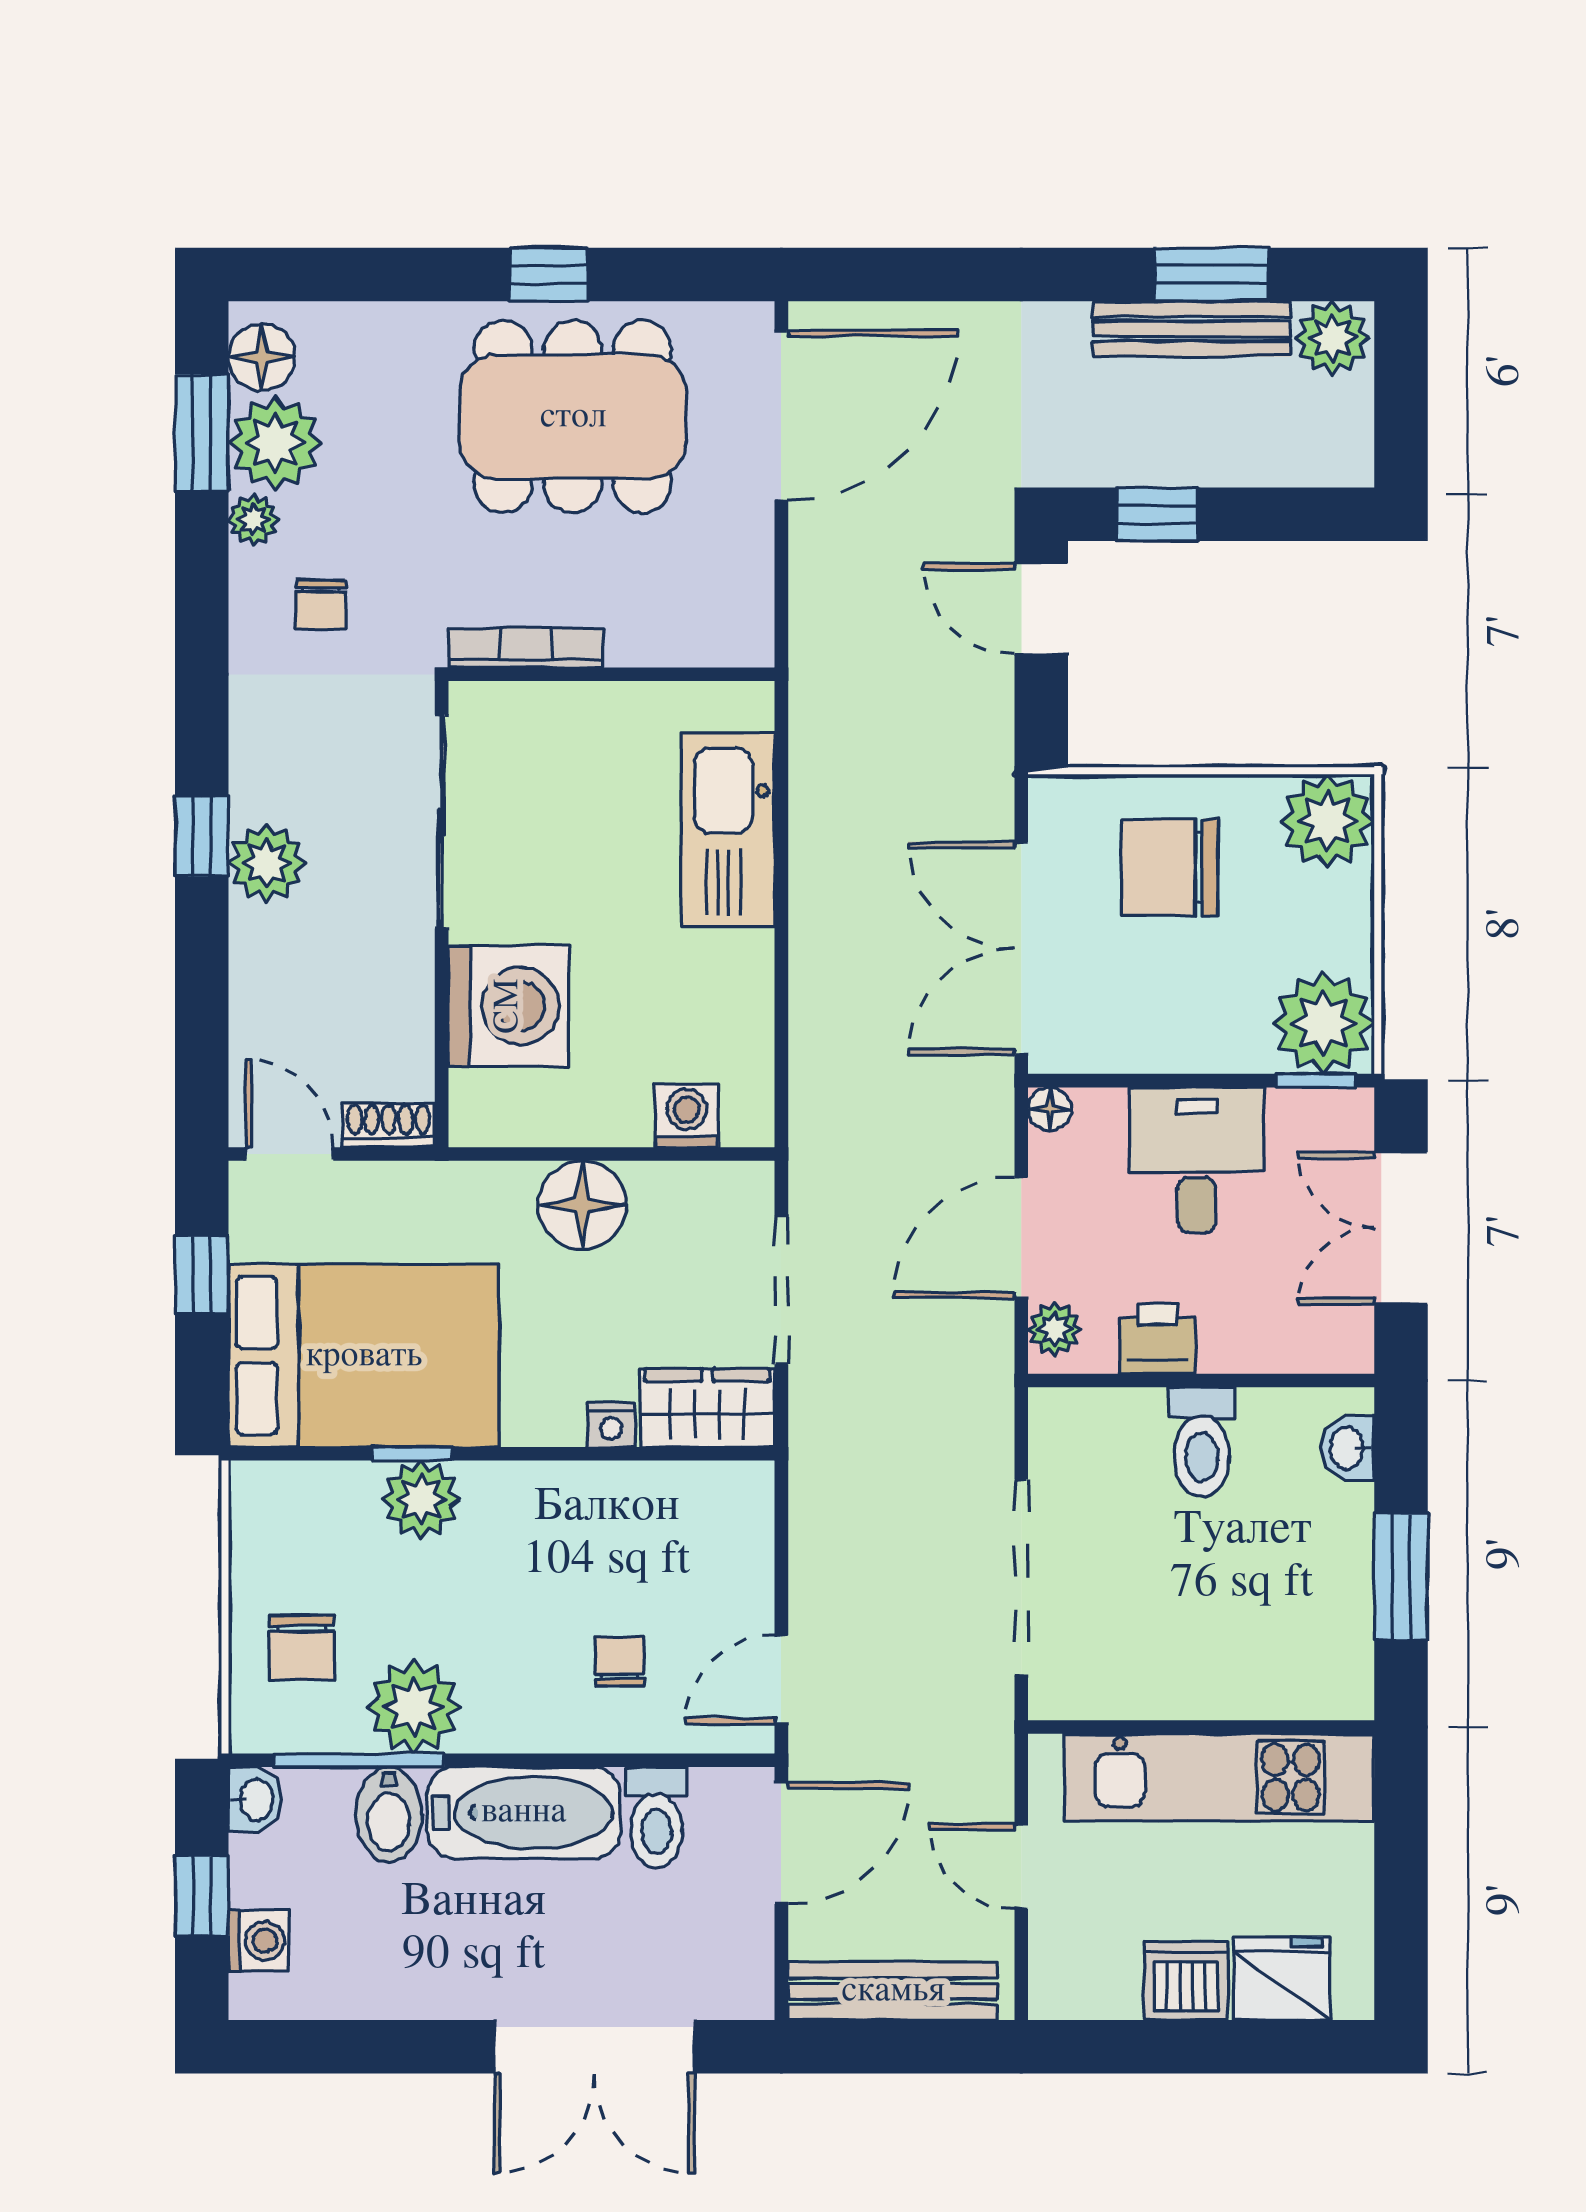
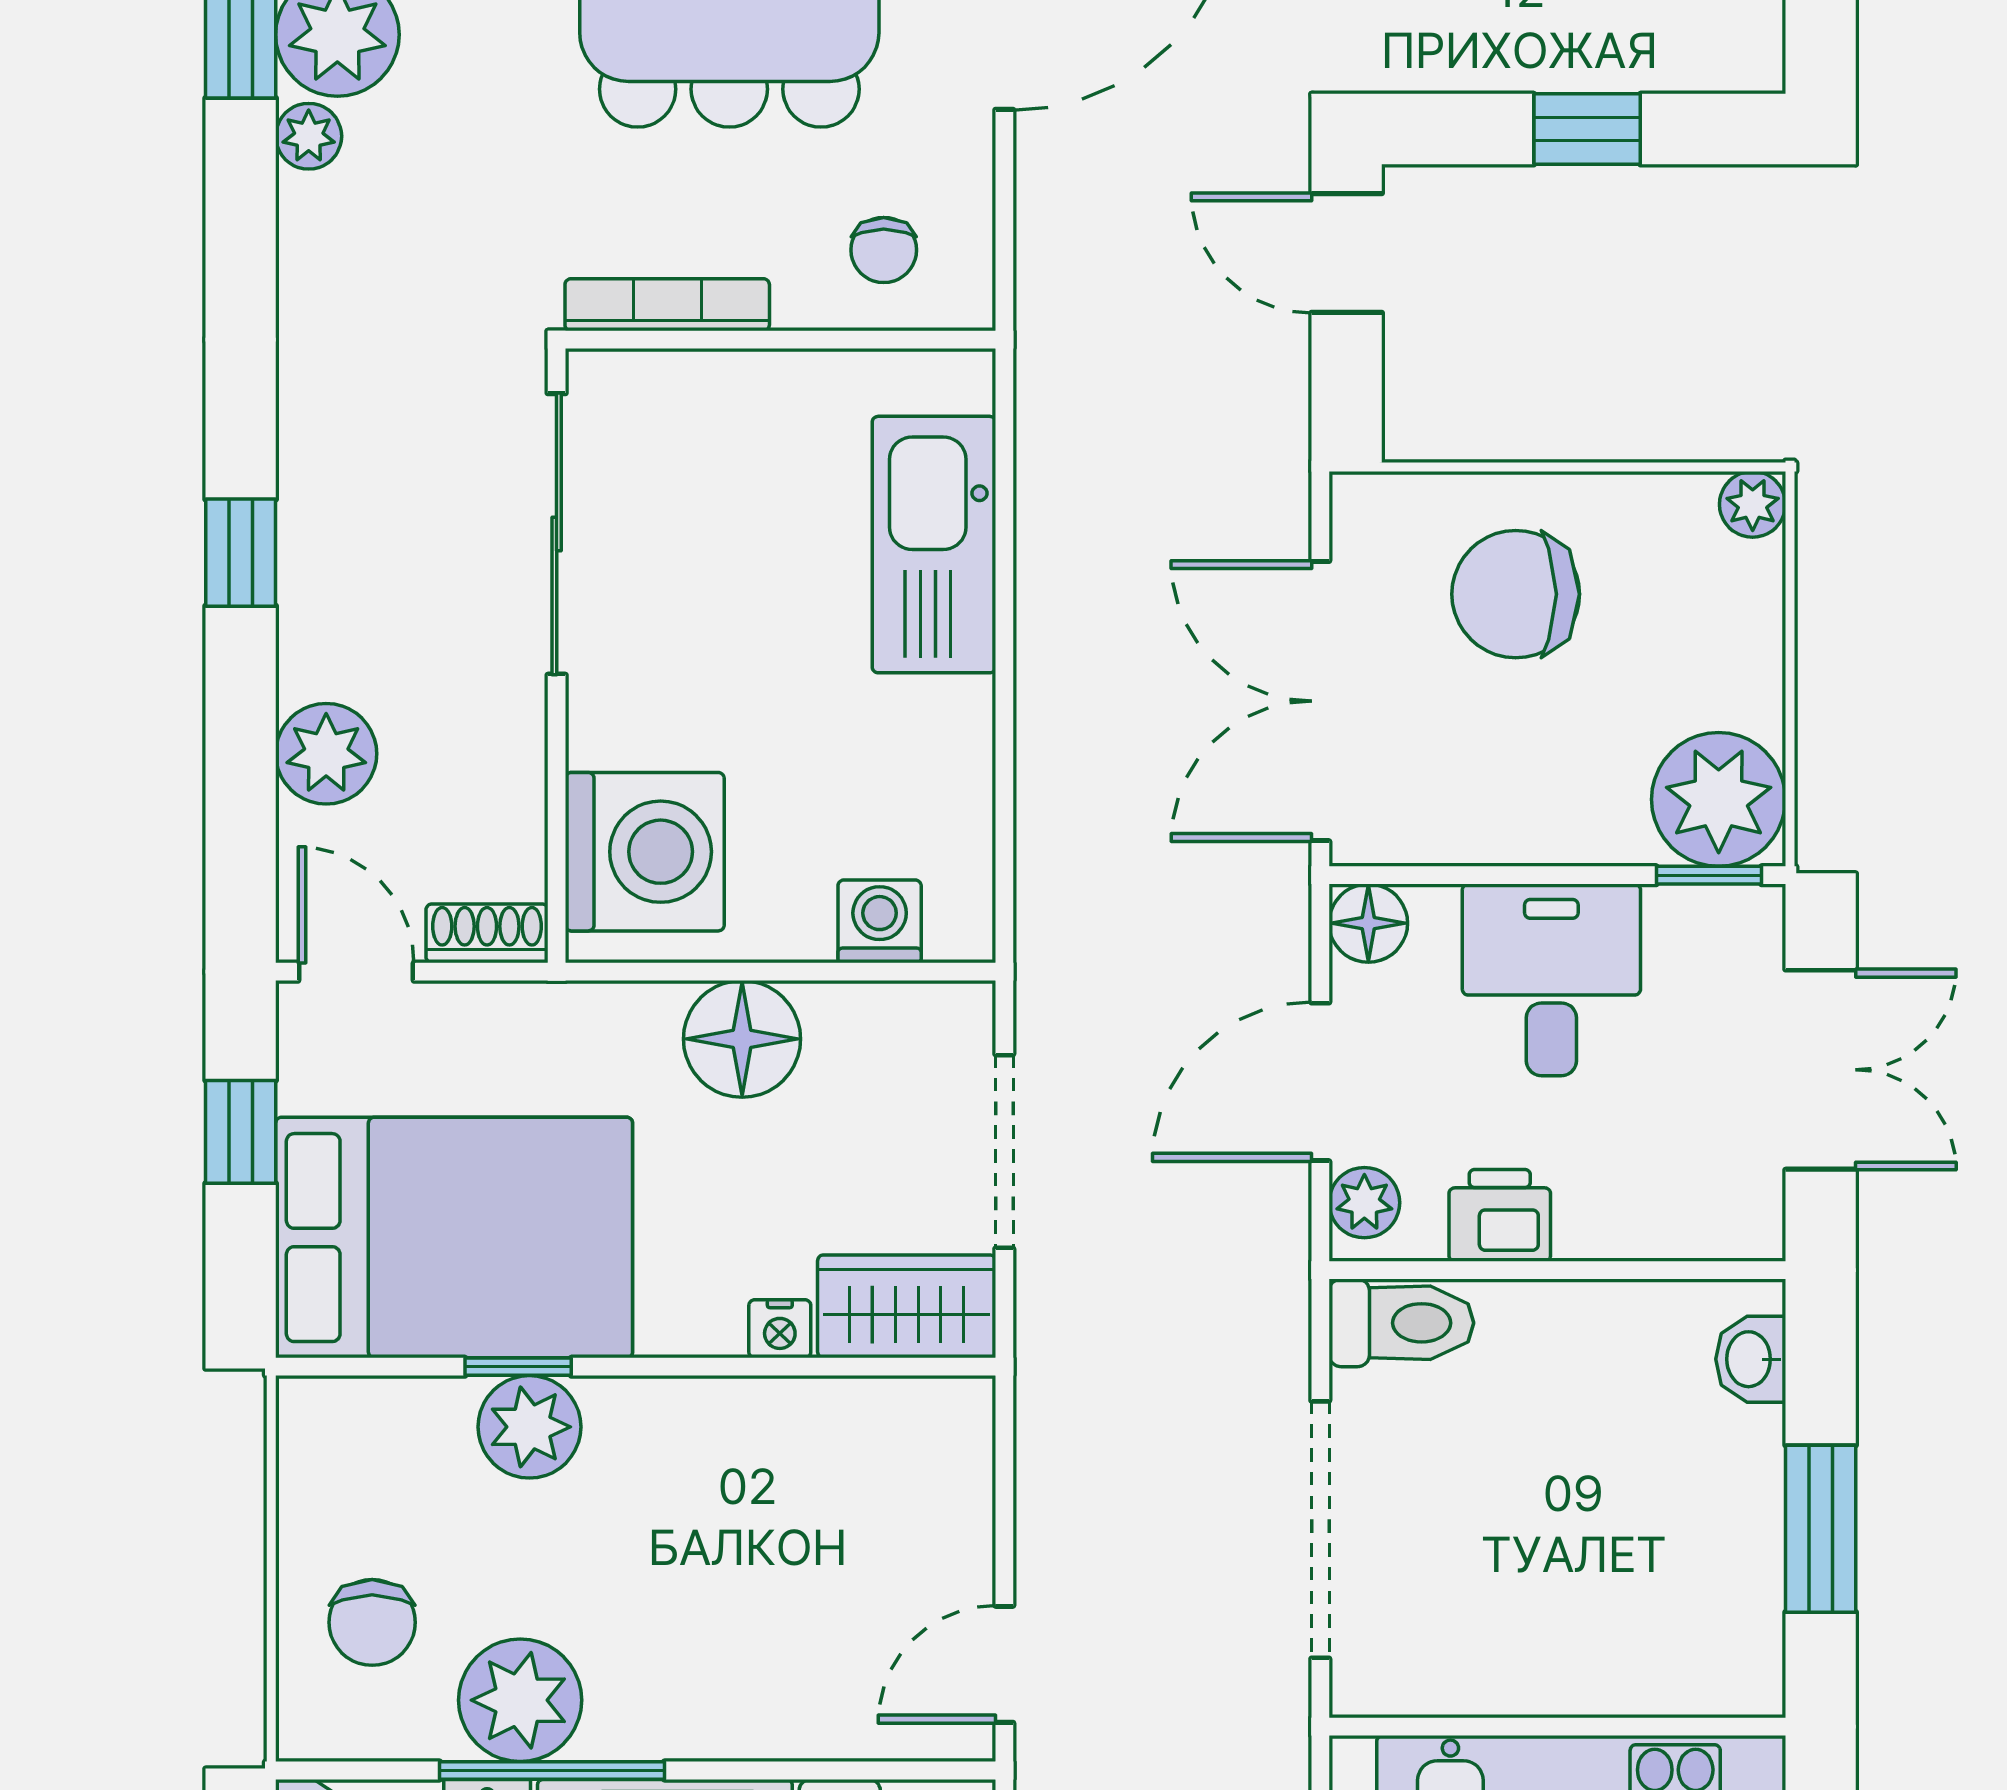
window: (1158, 514) -> (1587, 129), moved
chair: (321, 605) -> (884, 250), moved
plant: (1327, 821) -> (1753, 504), width x0.53, depth x0.53
plant: (267, 863) -> (326, 754), moved
washing machine: (508, 1006) -> (645, 852), moved
floor lamp: (1050, 1109) -> (1368, 923), width x1.37, depth x1.37
double door: (1401, 1228) -> (1821, 1070), swing flipped
toilet: (1202, 1442) -> (1401, 1323), moved, turned -90
chair: (620, 1662) -> (791, 1640), removed
window: (359, 1760) -> (552, 1770), moved

